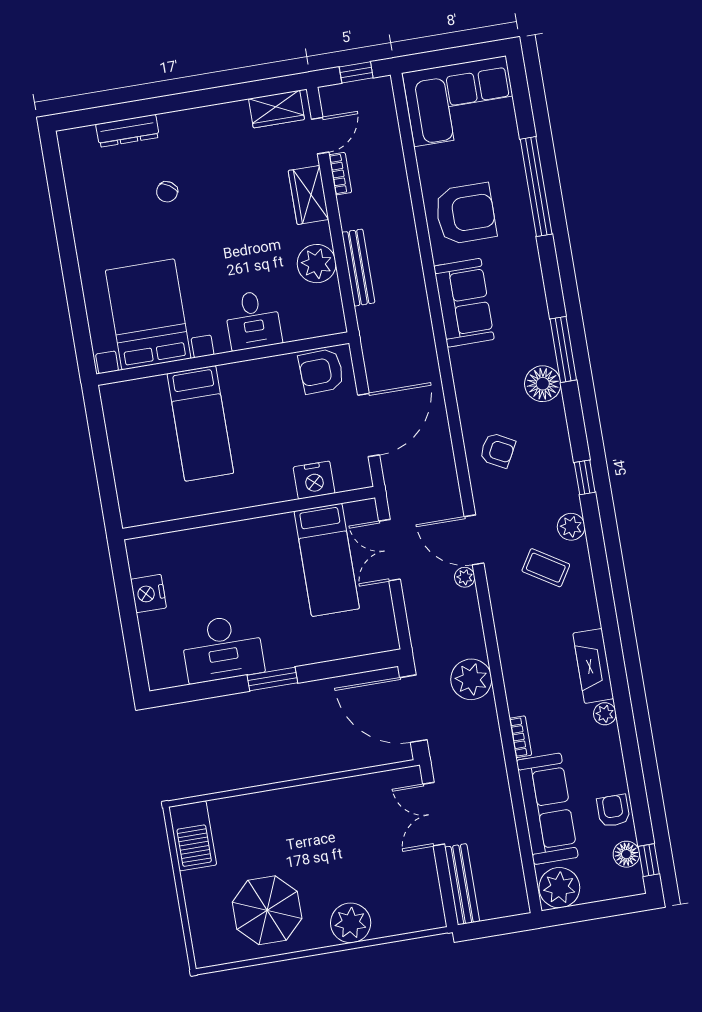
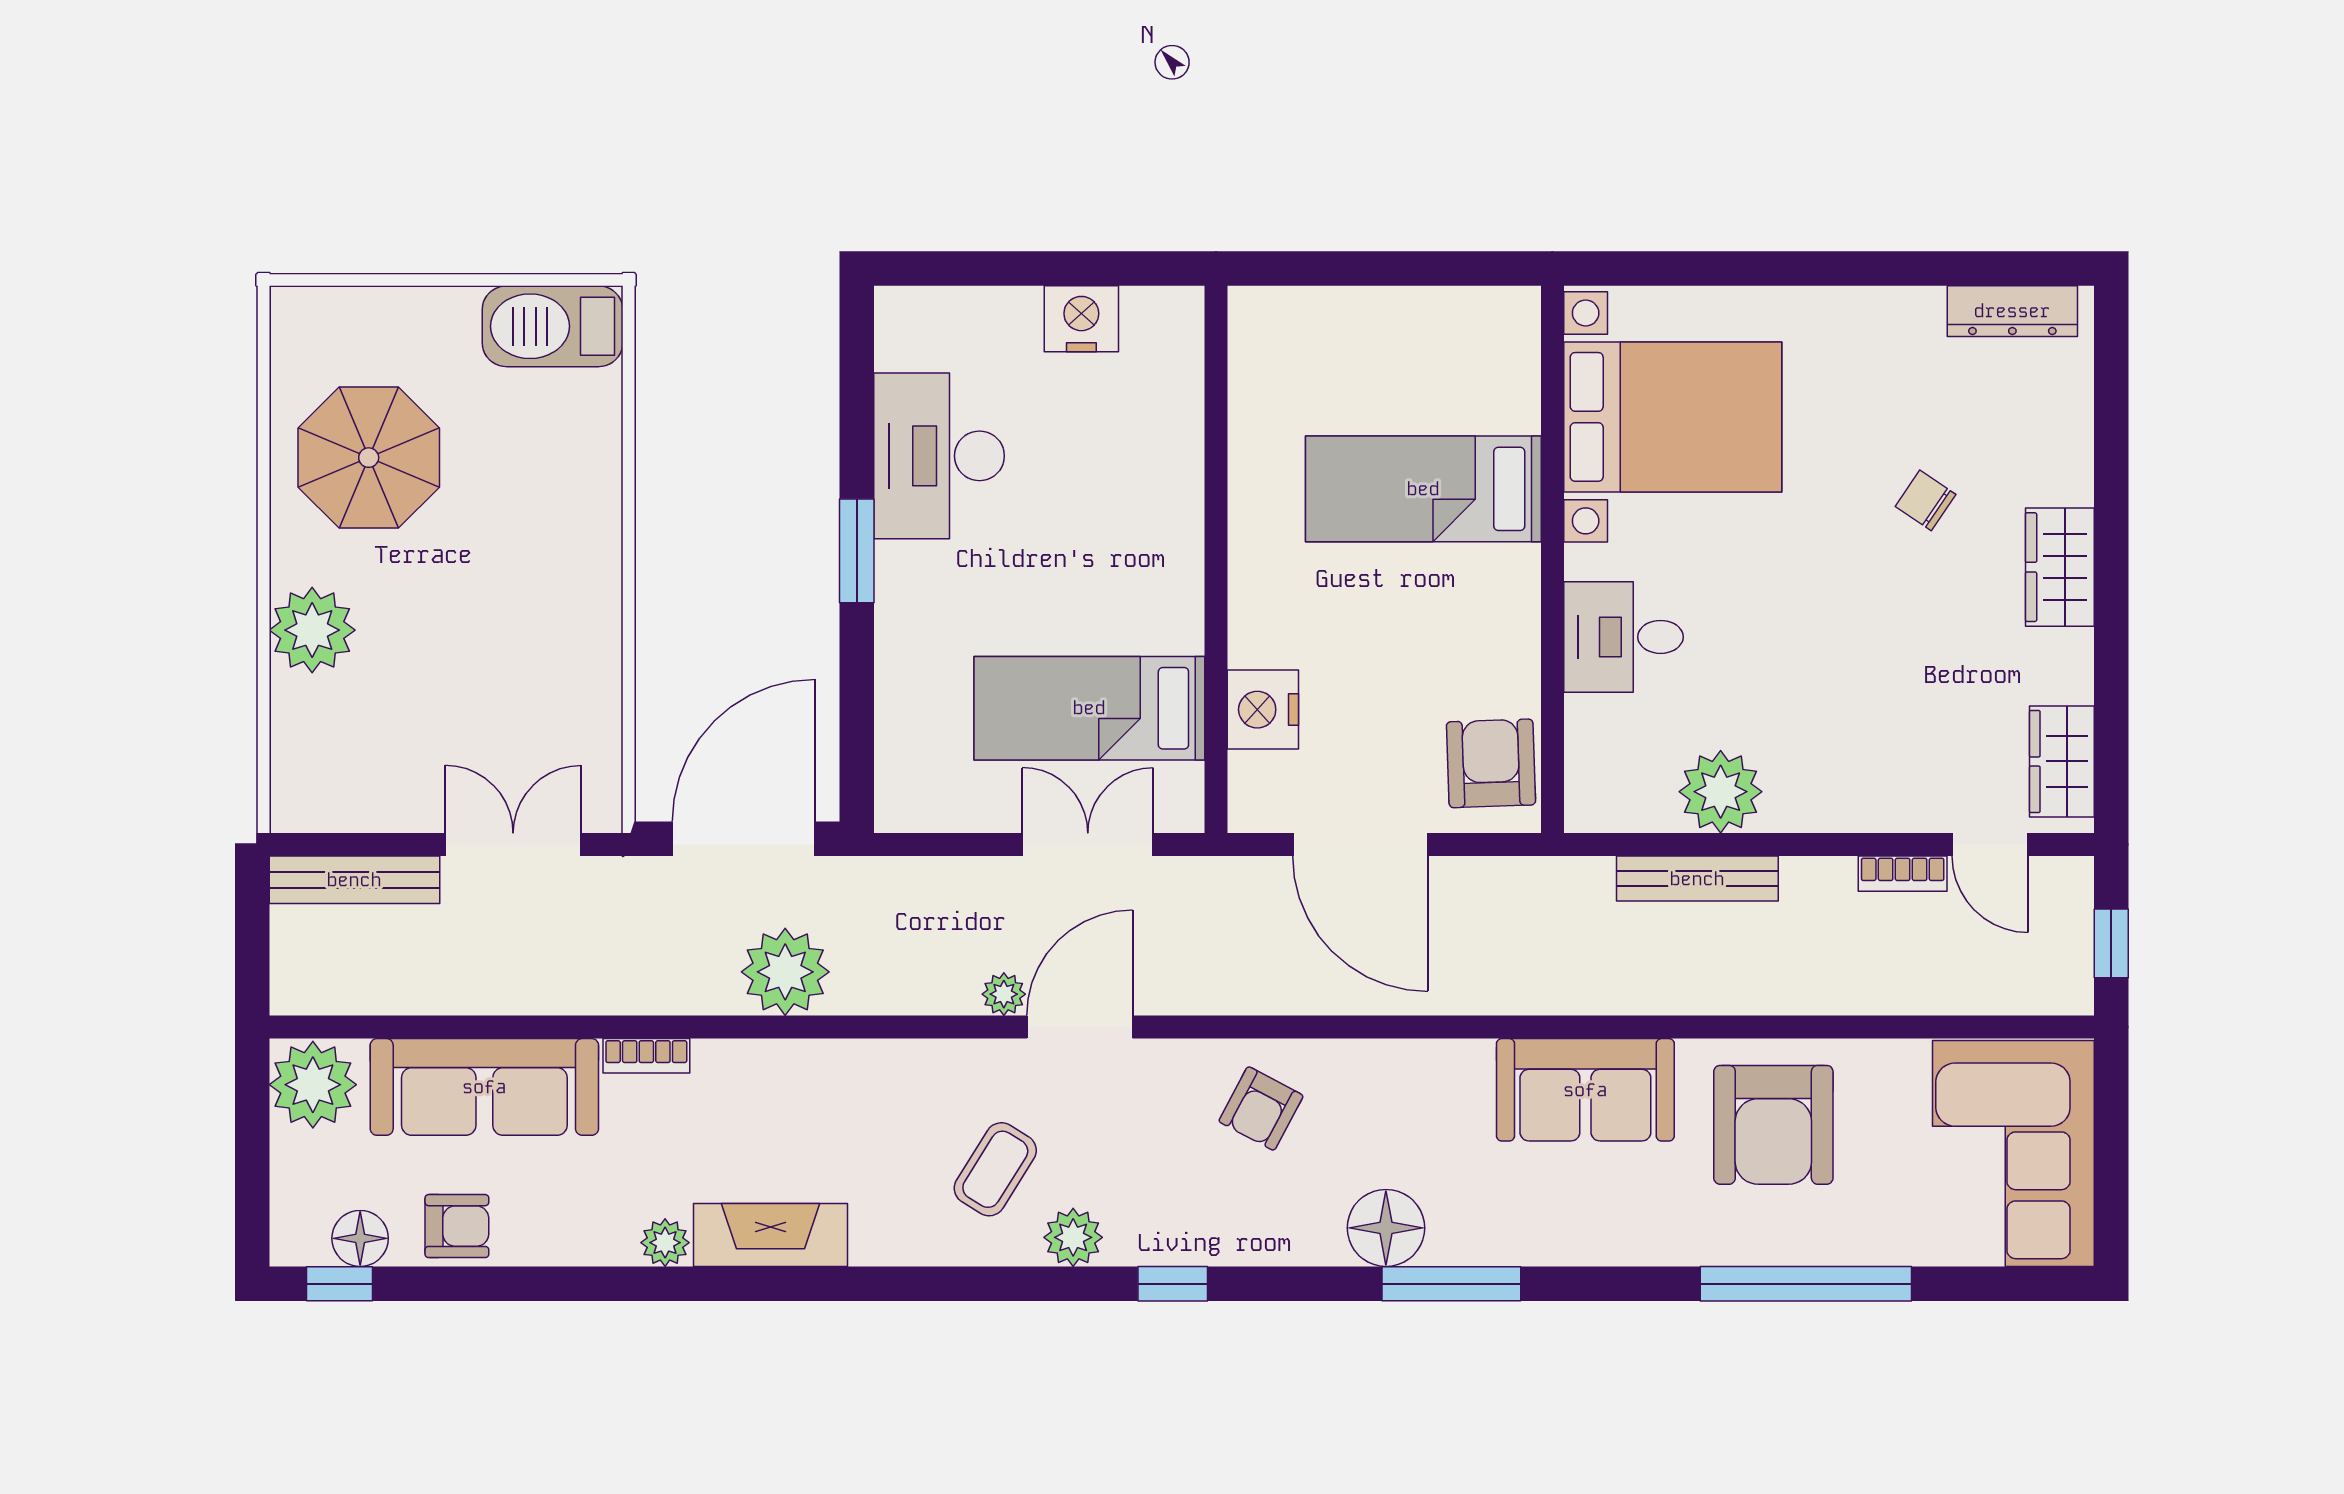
dresser: (128, 131) -> (2012, 311), moved, turned -90
wardrobe: (308, 195) -> (2060, 567), moved, turned -90

